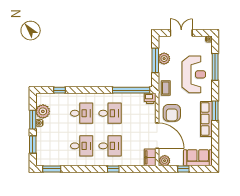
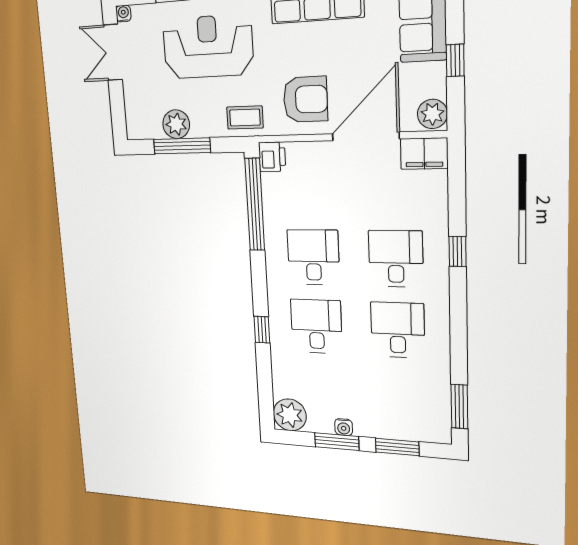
double door: (181, 33) -> (113, 52), moved
window: (59, 90) -> (262, 330), moved
plant: (43, 111) -> (290, 415), moved

